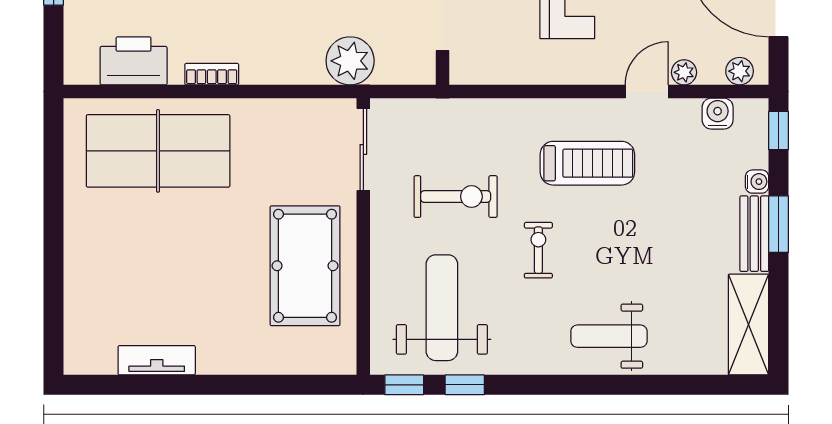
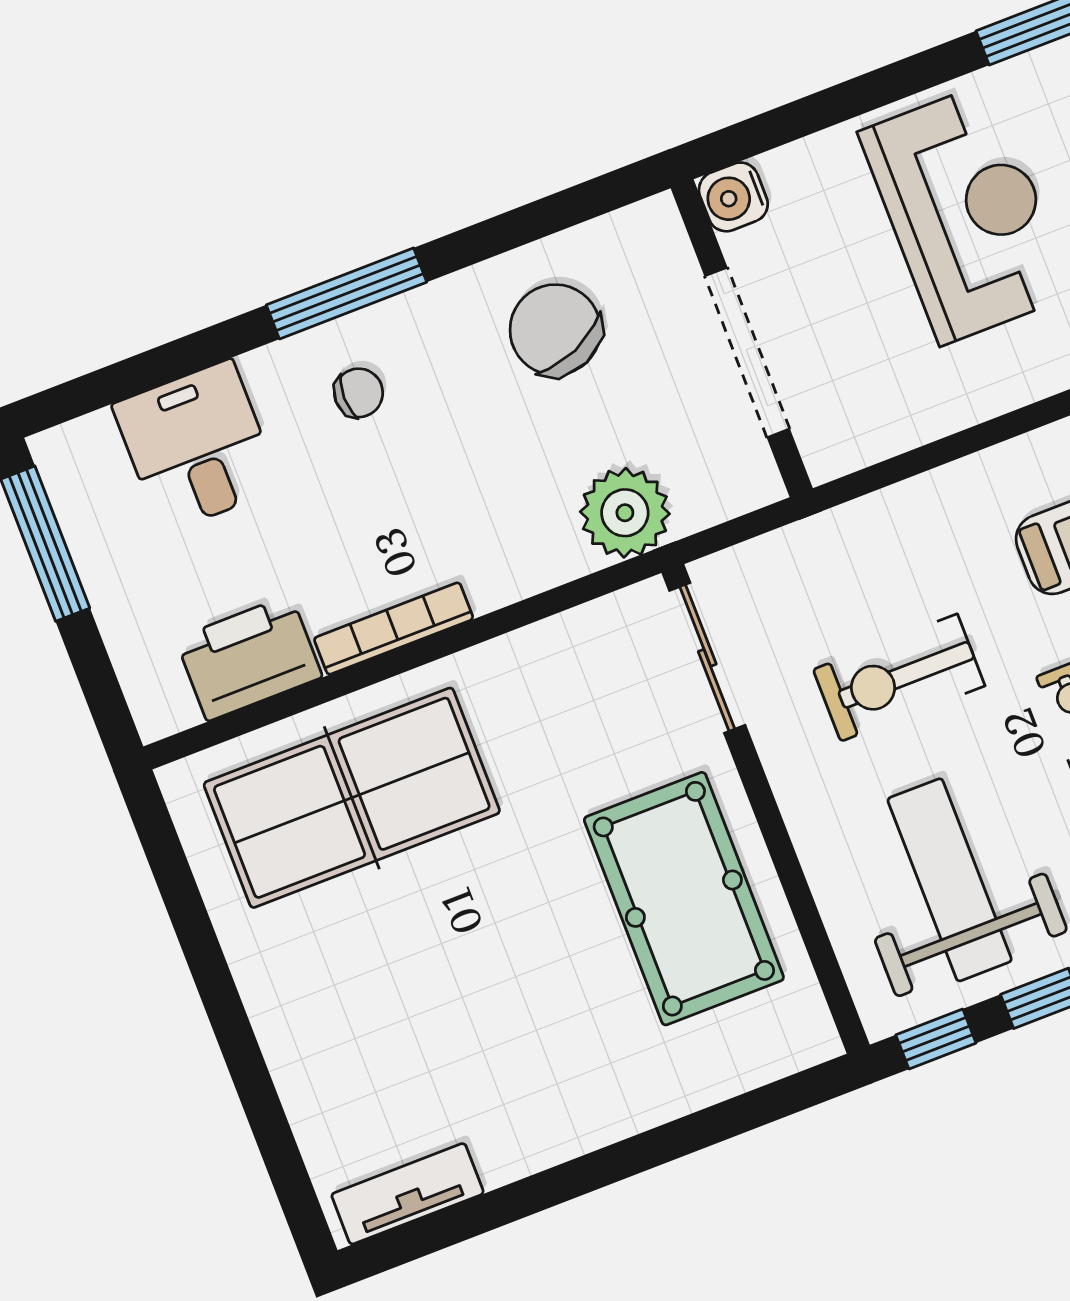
bookcase: (212, 74) -> (394, 629), width x1.56
exercise bike: (456, 197) -> (899, 678), turned 180
tv unit: (157, 360) -> (408, 1194), moved

